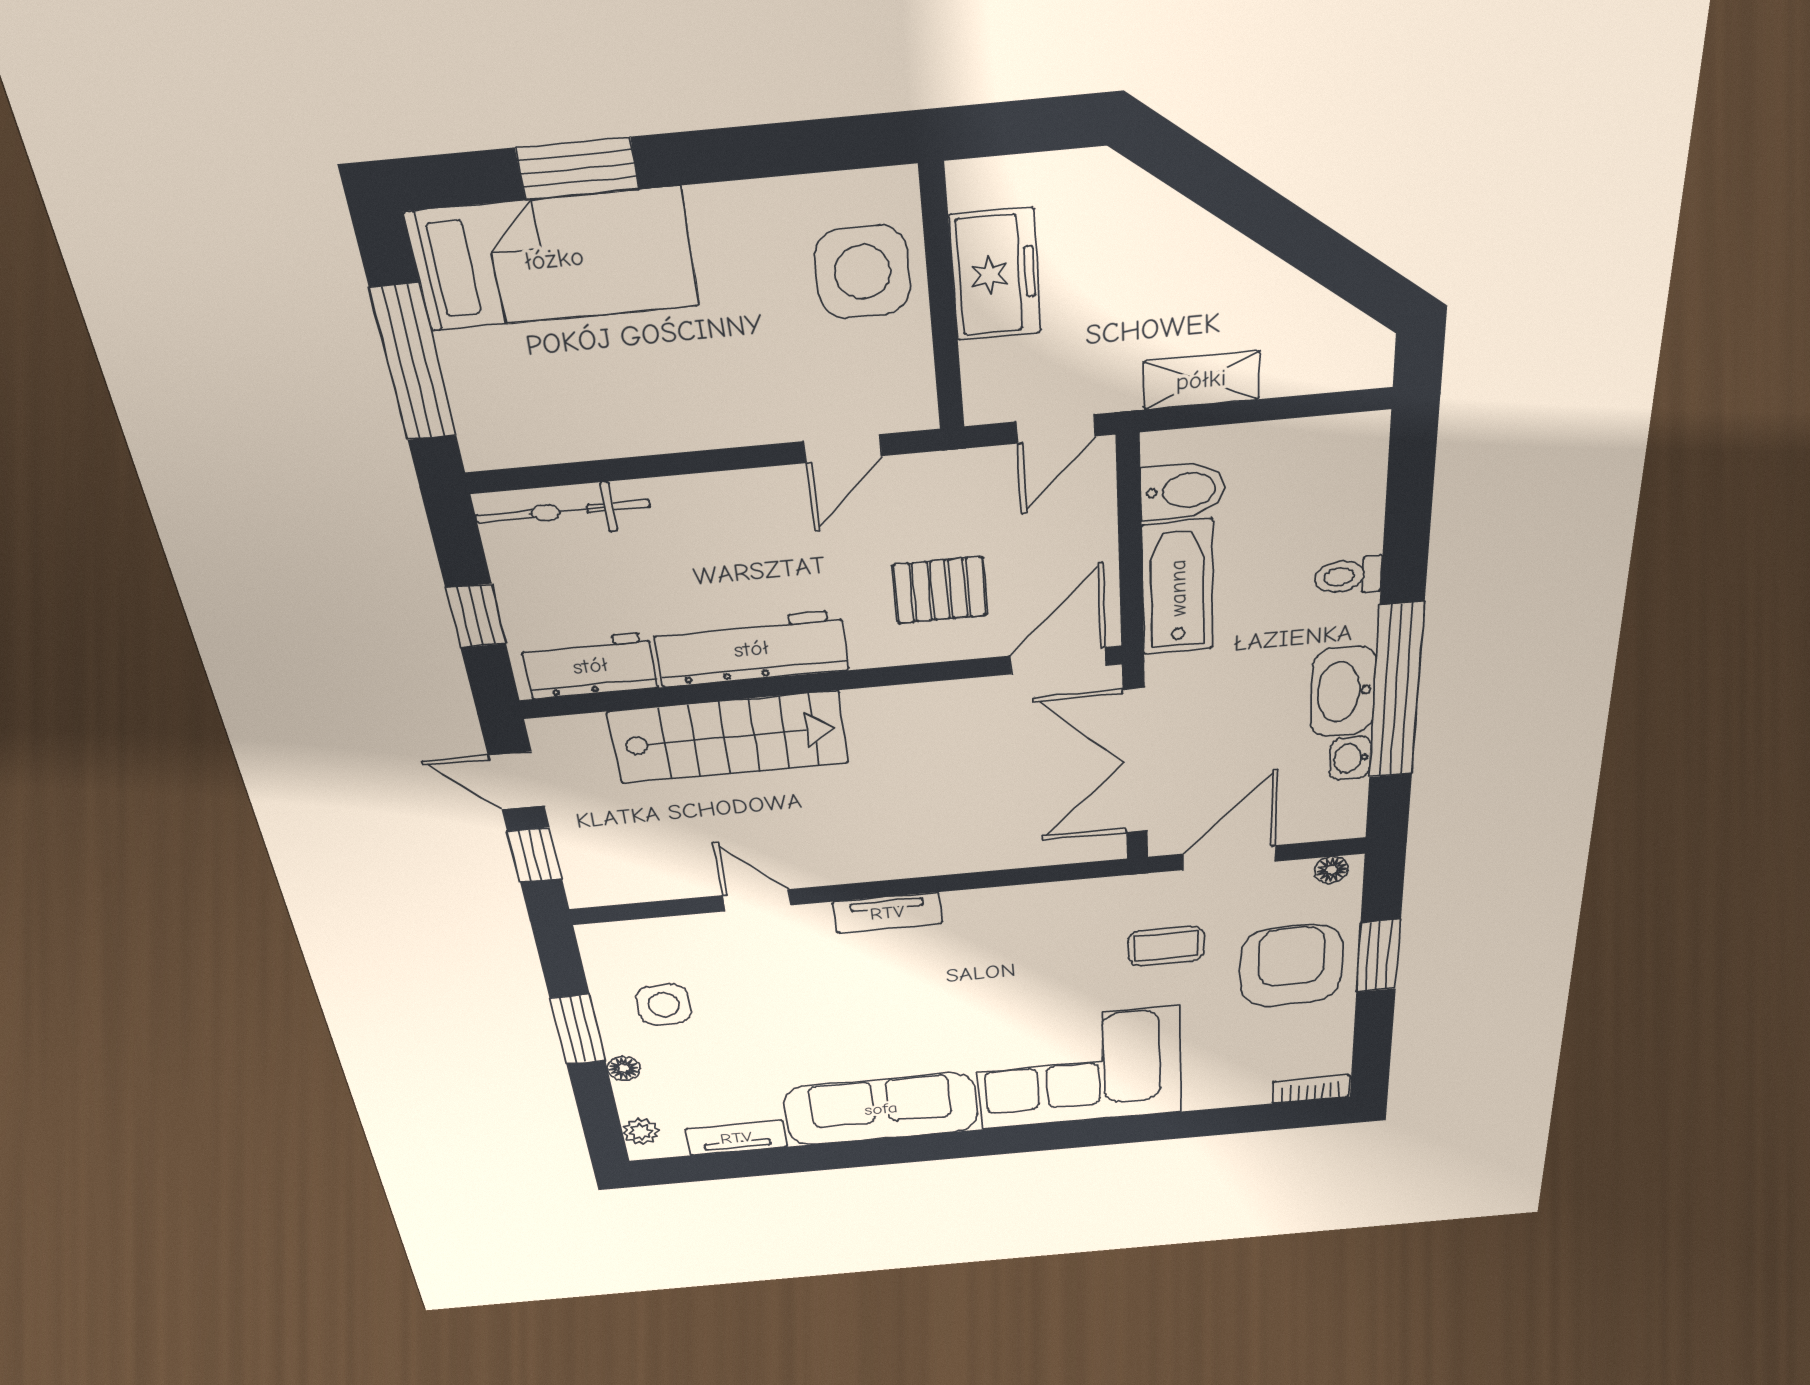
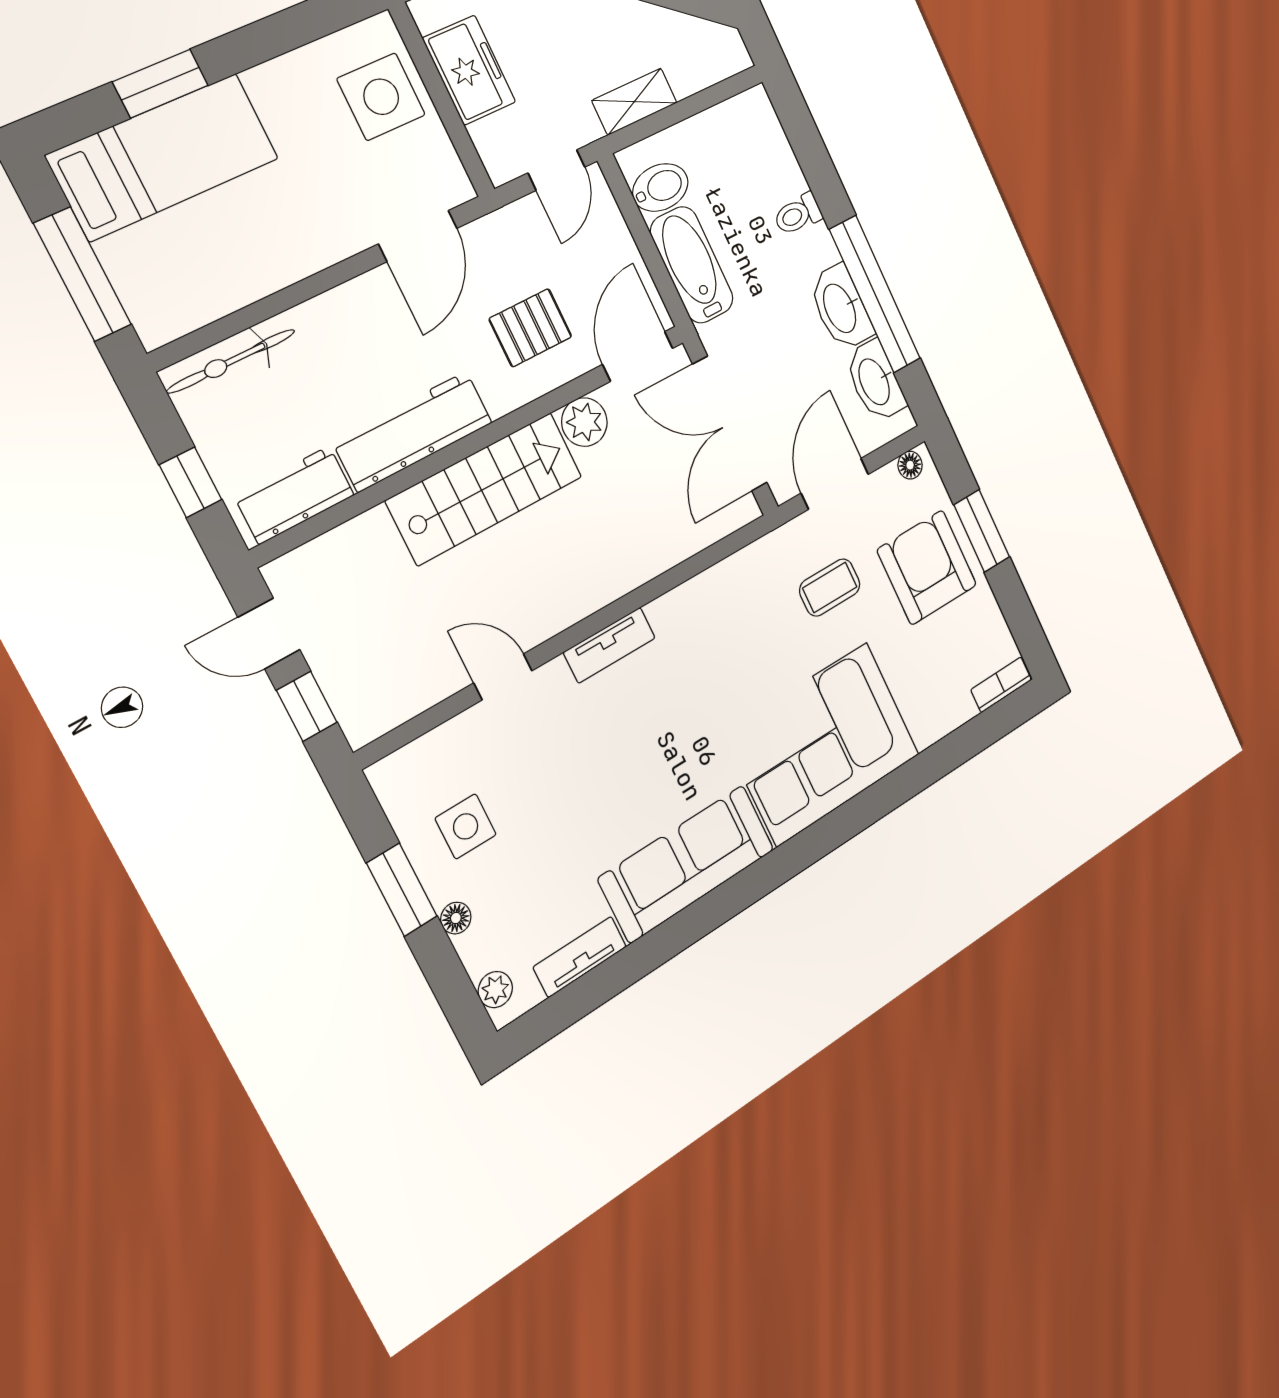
door: (843, 449) -> (418, 236), width x1.38
plant: (960, 704) -> (584, 422), added
stairs: (729, 737) -> (485, 489), moved
washbasin: (1350, 758) -> (875, 381), width x1.91, depth x1.45

